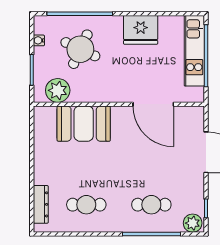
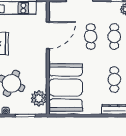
booth: (84, 124) -> (66, 87), width x1.36, depth x1.42
cafe table: (151, 169) -> (91, 36), added

